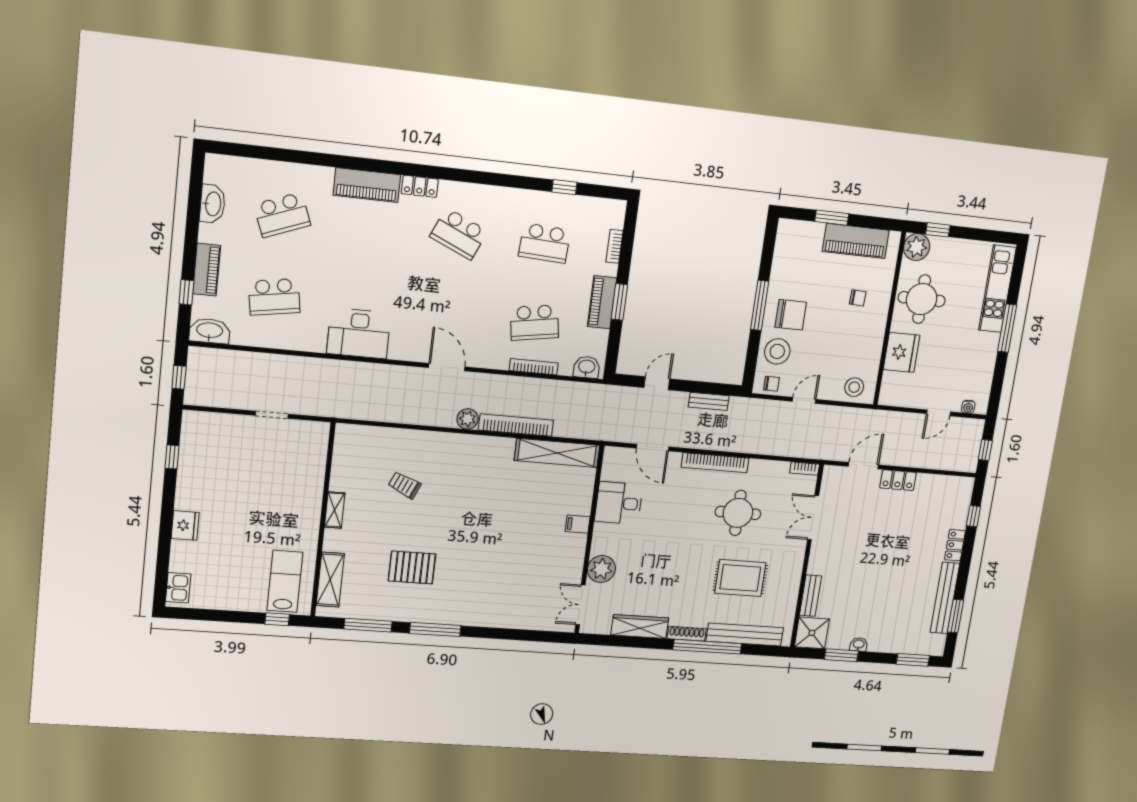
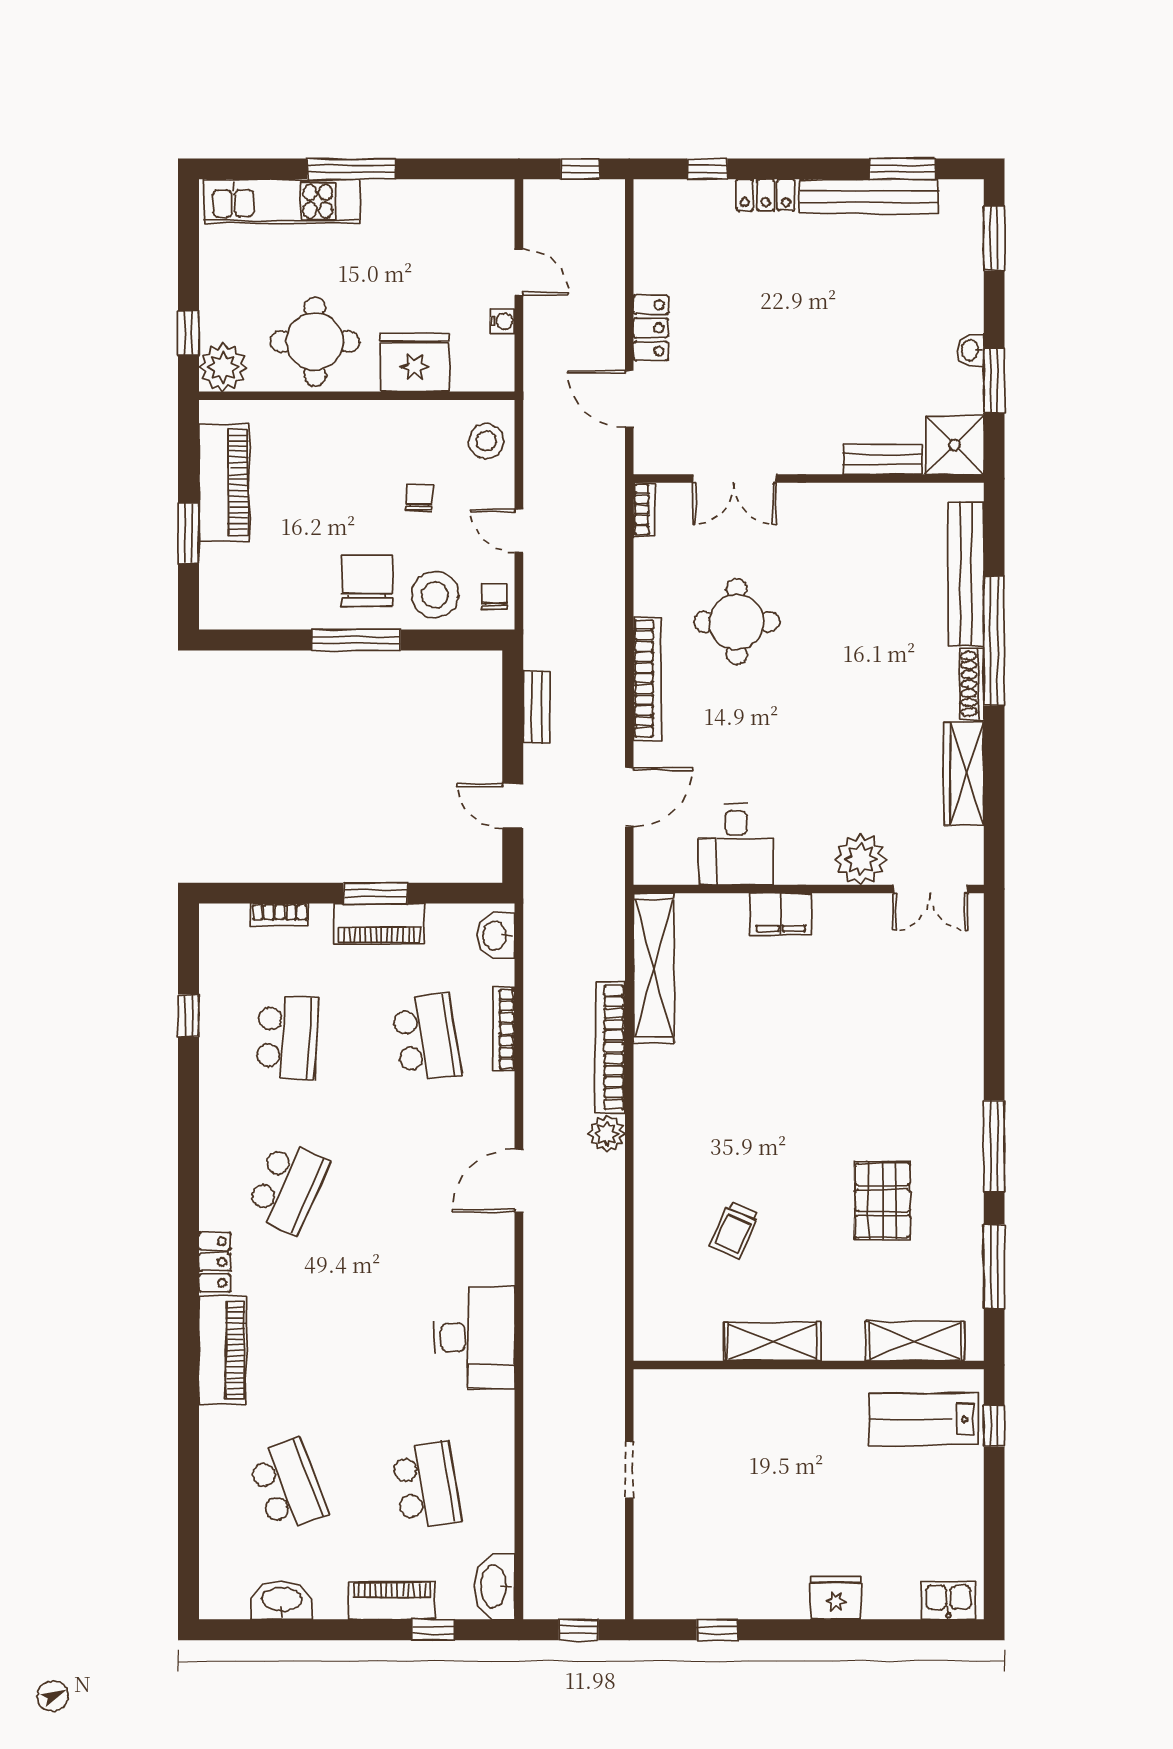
chair: (858, 298) -> (419, 497), moved
water cooler: (968, 407) -> (503, 321), moved
shelving: (335, 510) -> (772, 1342), width x1.50, depth x1.33
filing cabinet: (578, 524) -> (781, 914), width x2.00
rug: (740, 578) -> (859, 599), removed

